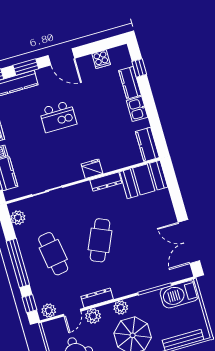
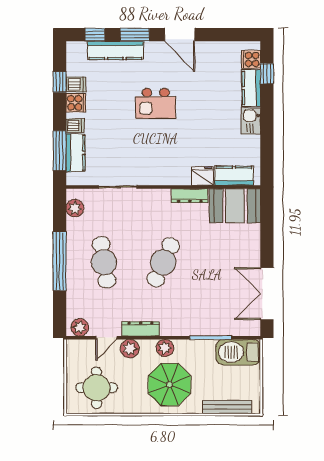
cooker: (101, 59) -> (251, 59), moved, turned 90
kitchen counter: (147, 144) -> (234, 176), moved, turned 90
fridge: (92, 169) -> (202, 176), moved
window: (30, 304) -> (60, 313), removed

